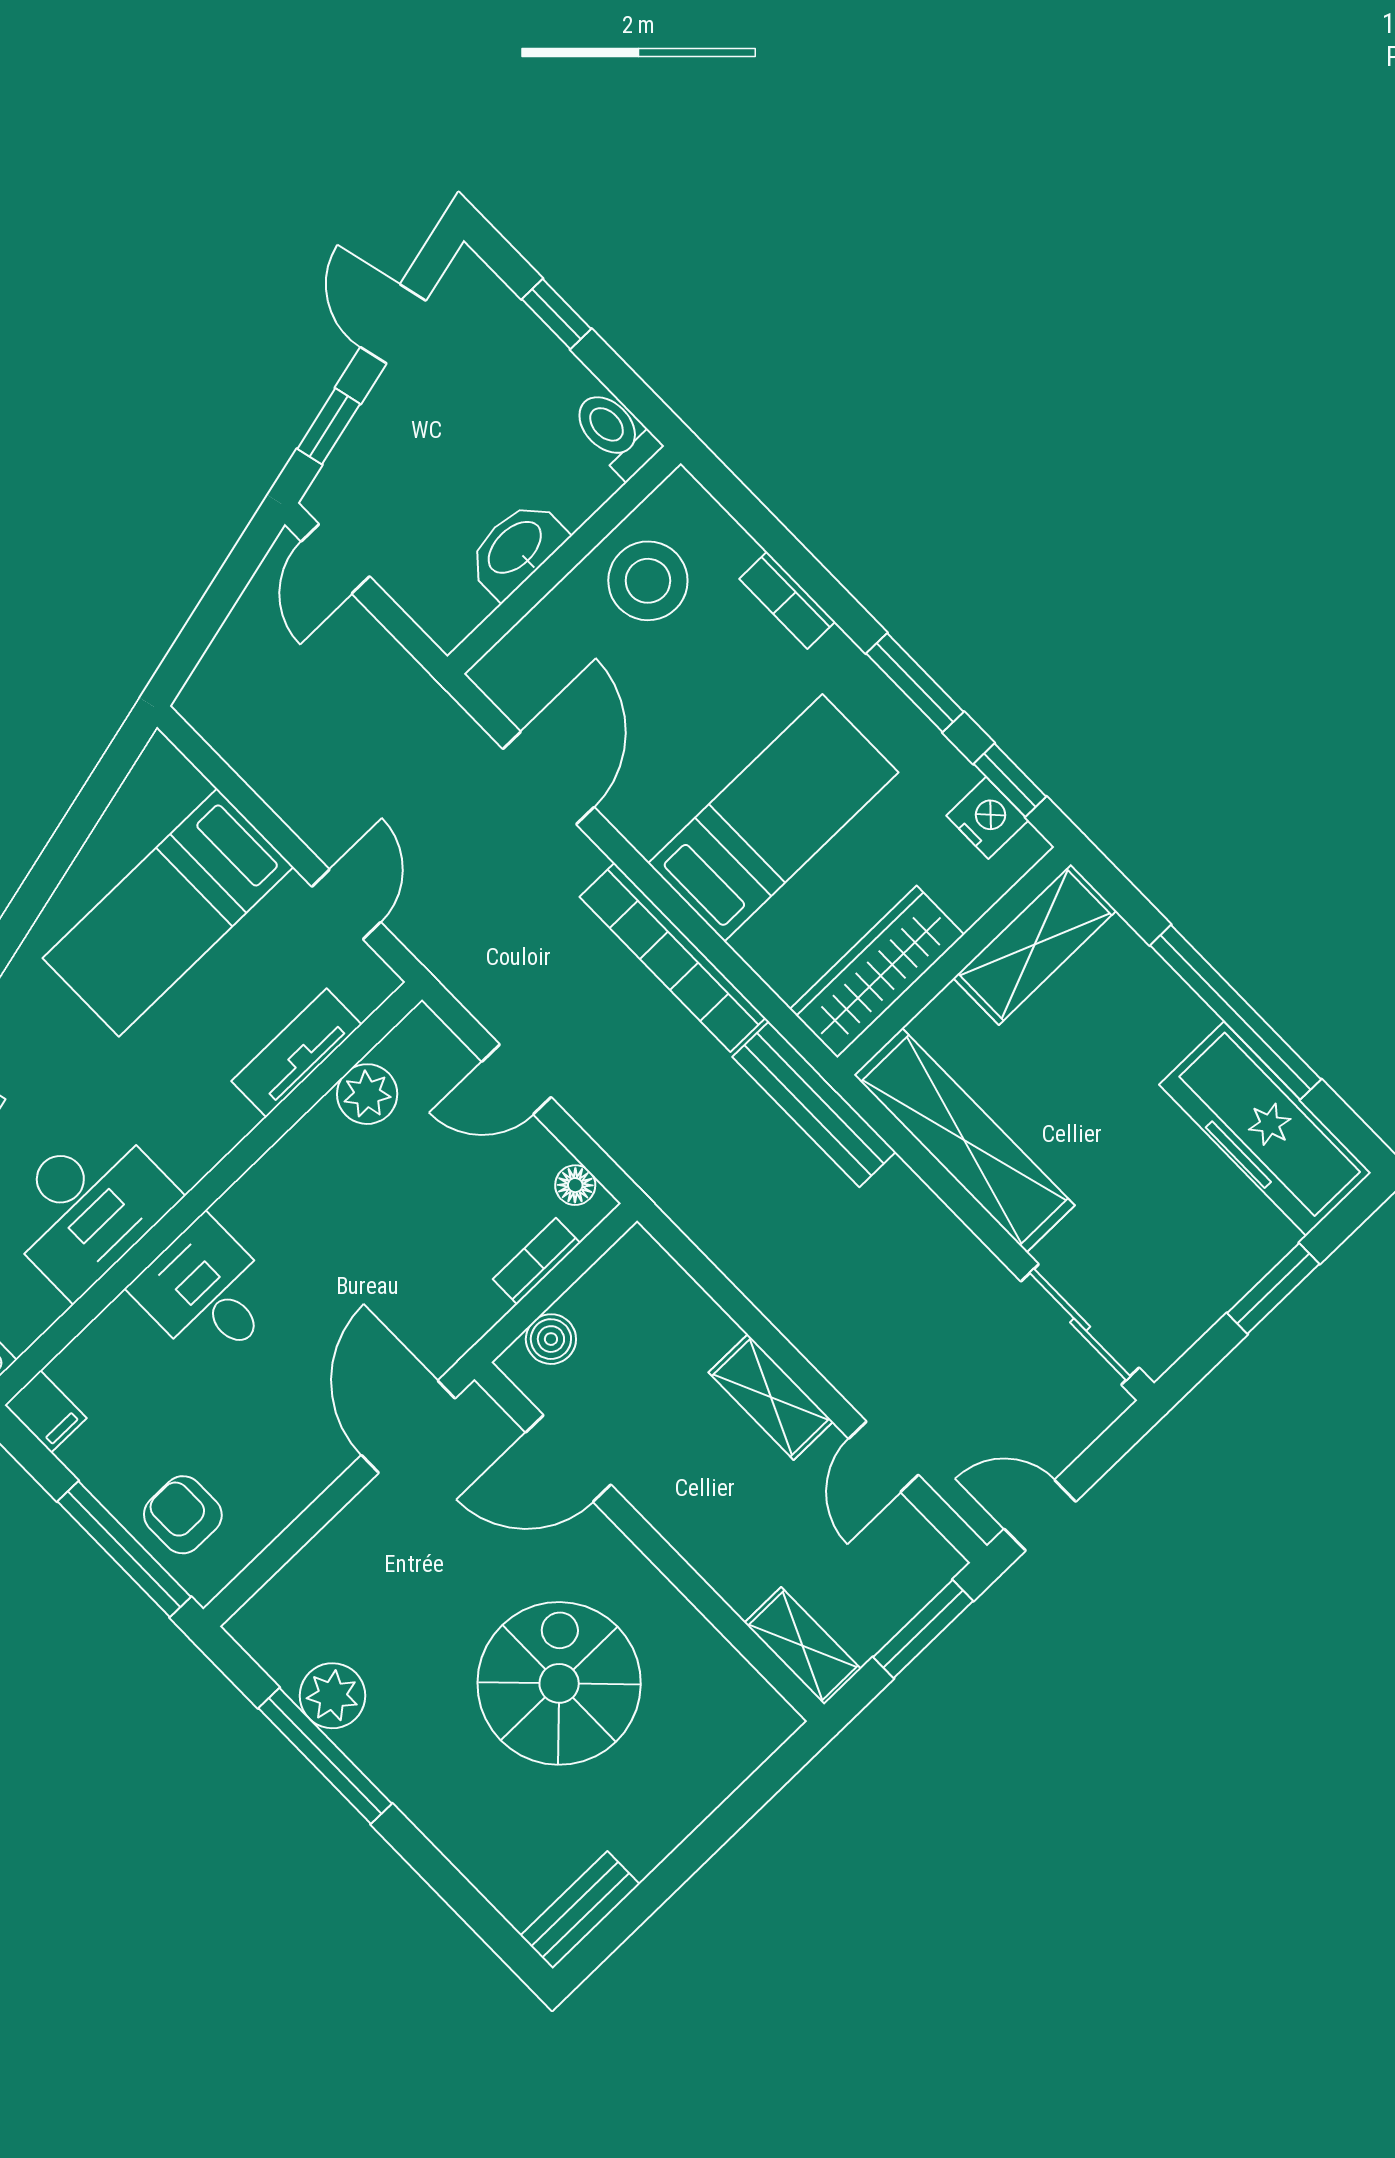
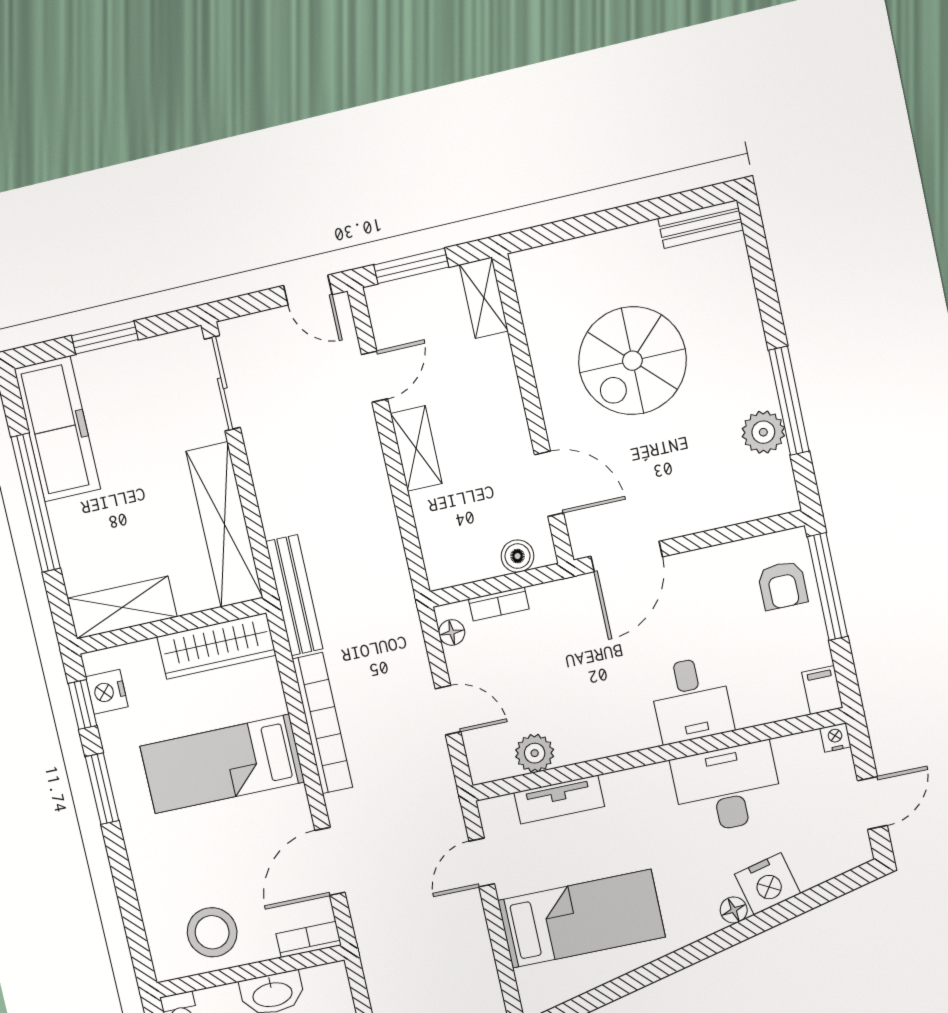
bookcase: (787, 600) -> (309, 939), moved, turned -90

